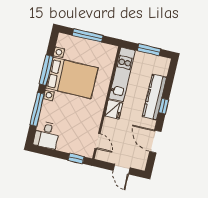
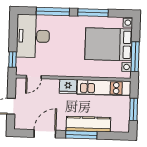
window: (88, 35) -> (135, 57), moved
bed with nightstands: (72, 78) -> (109, 44), moved, turned 90
window: (164, 106) -> (81, 135), width x2.17
desk: (47, 135) -> (33, 36), width x1.87, depth x1.30

